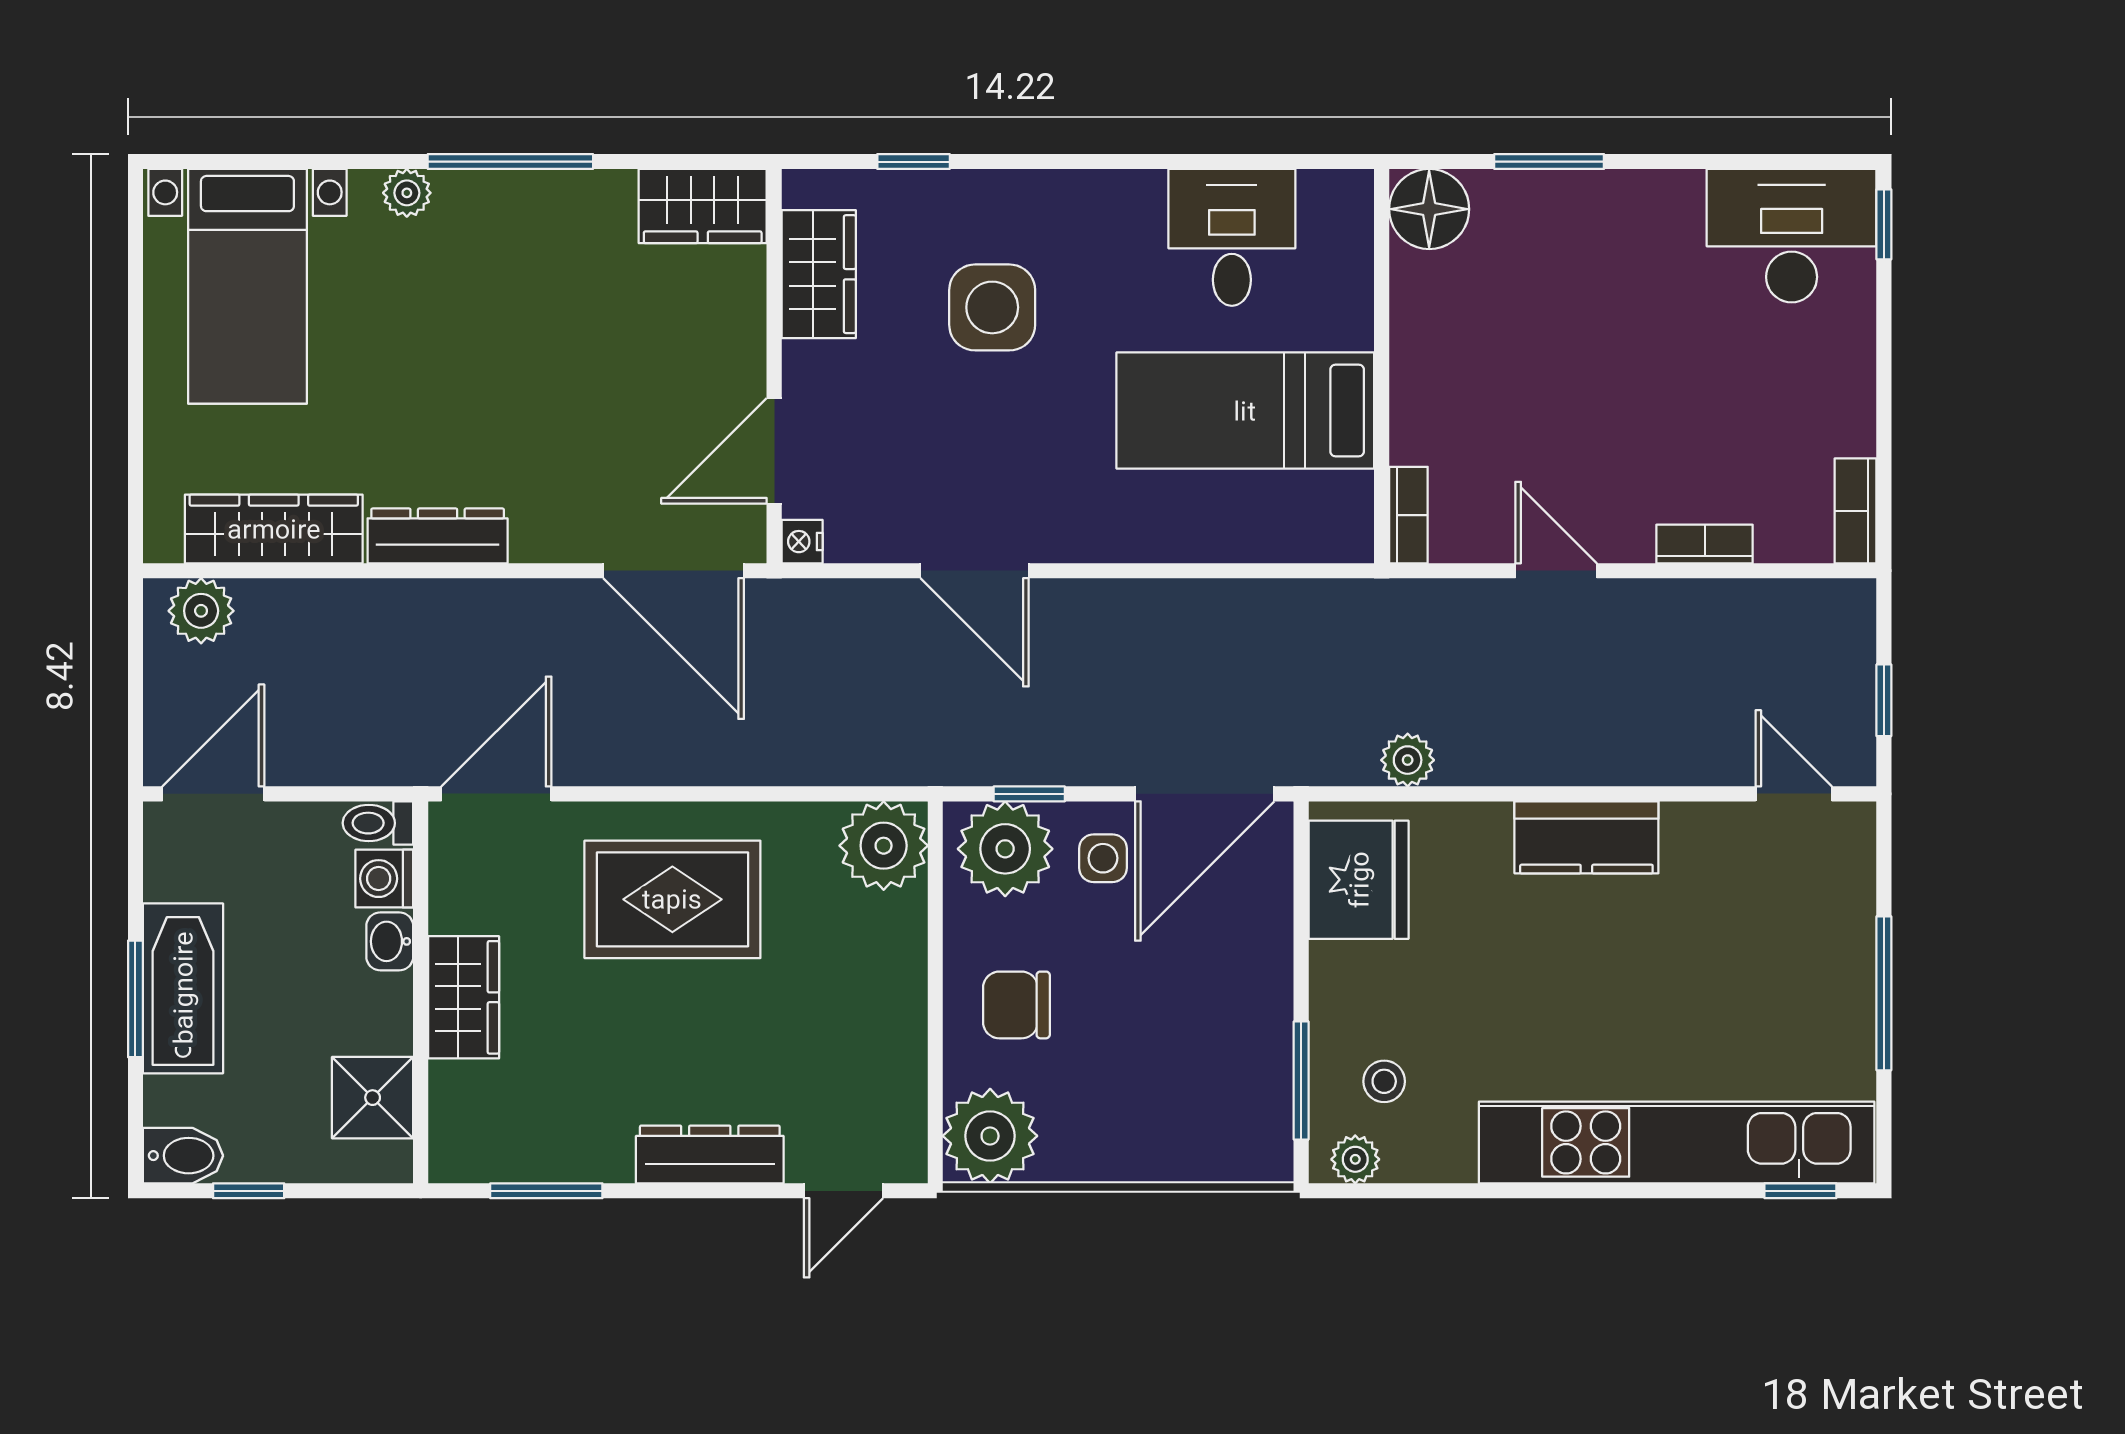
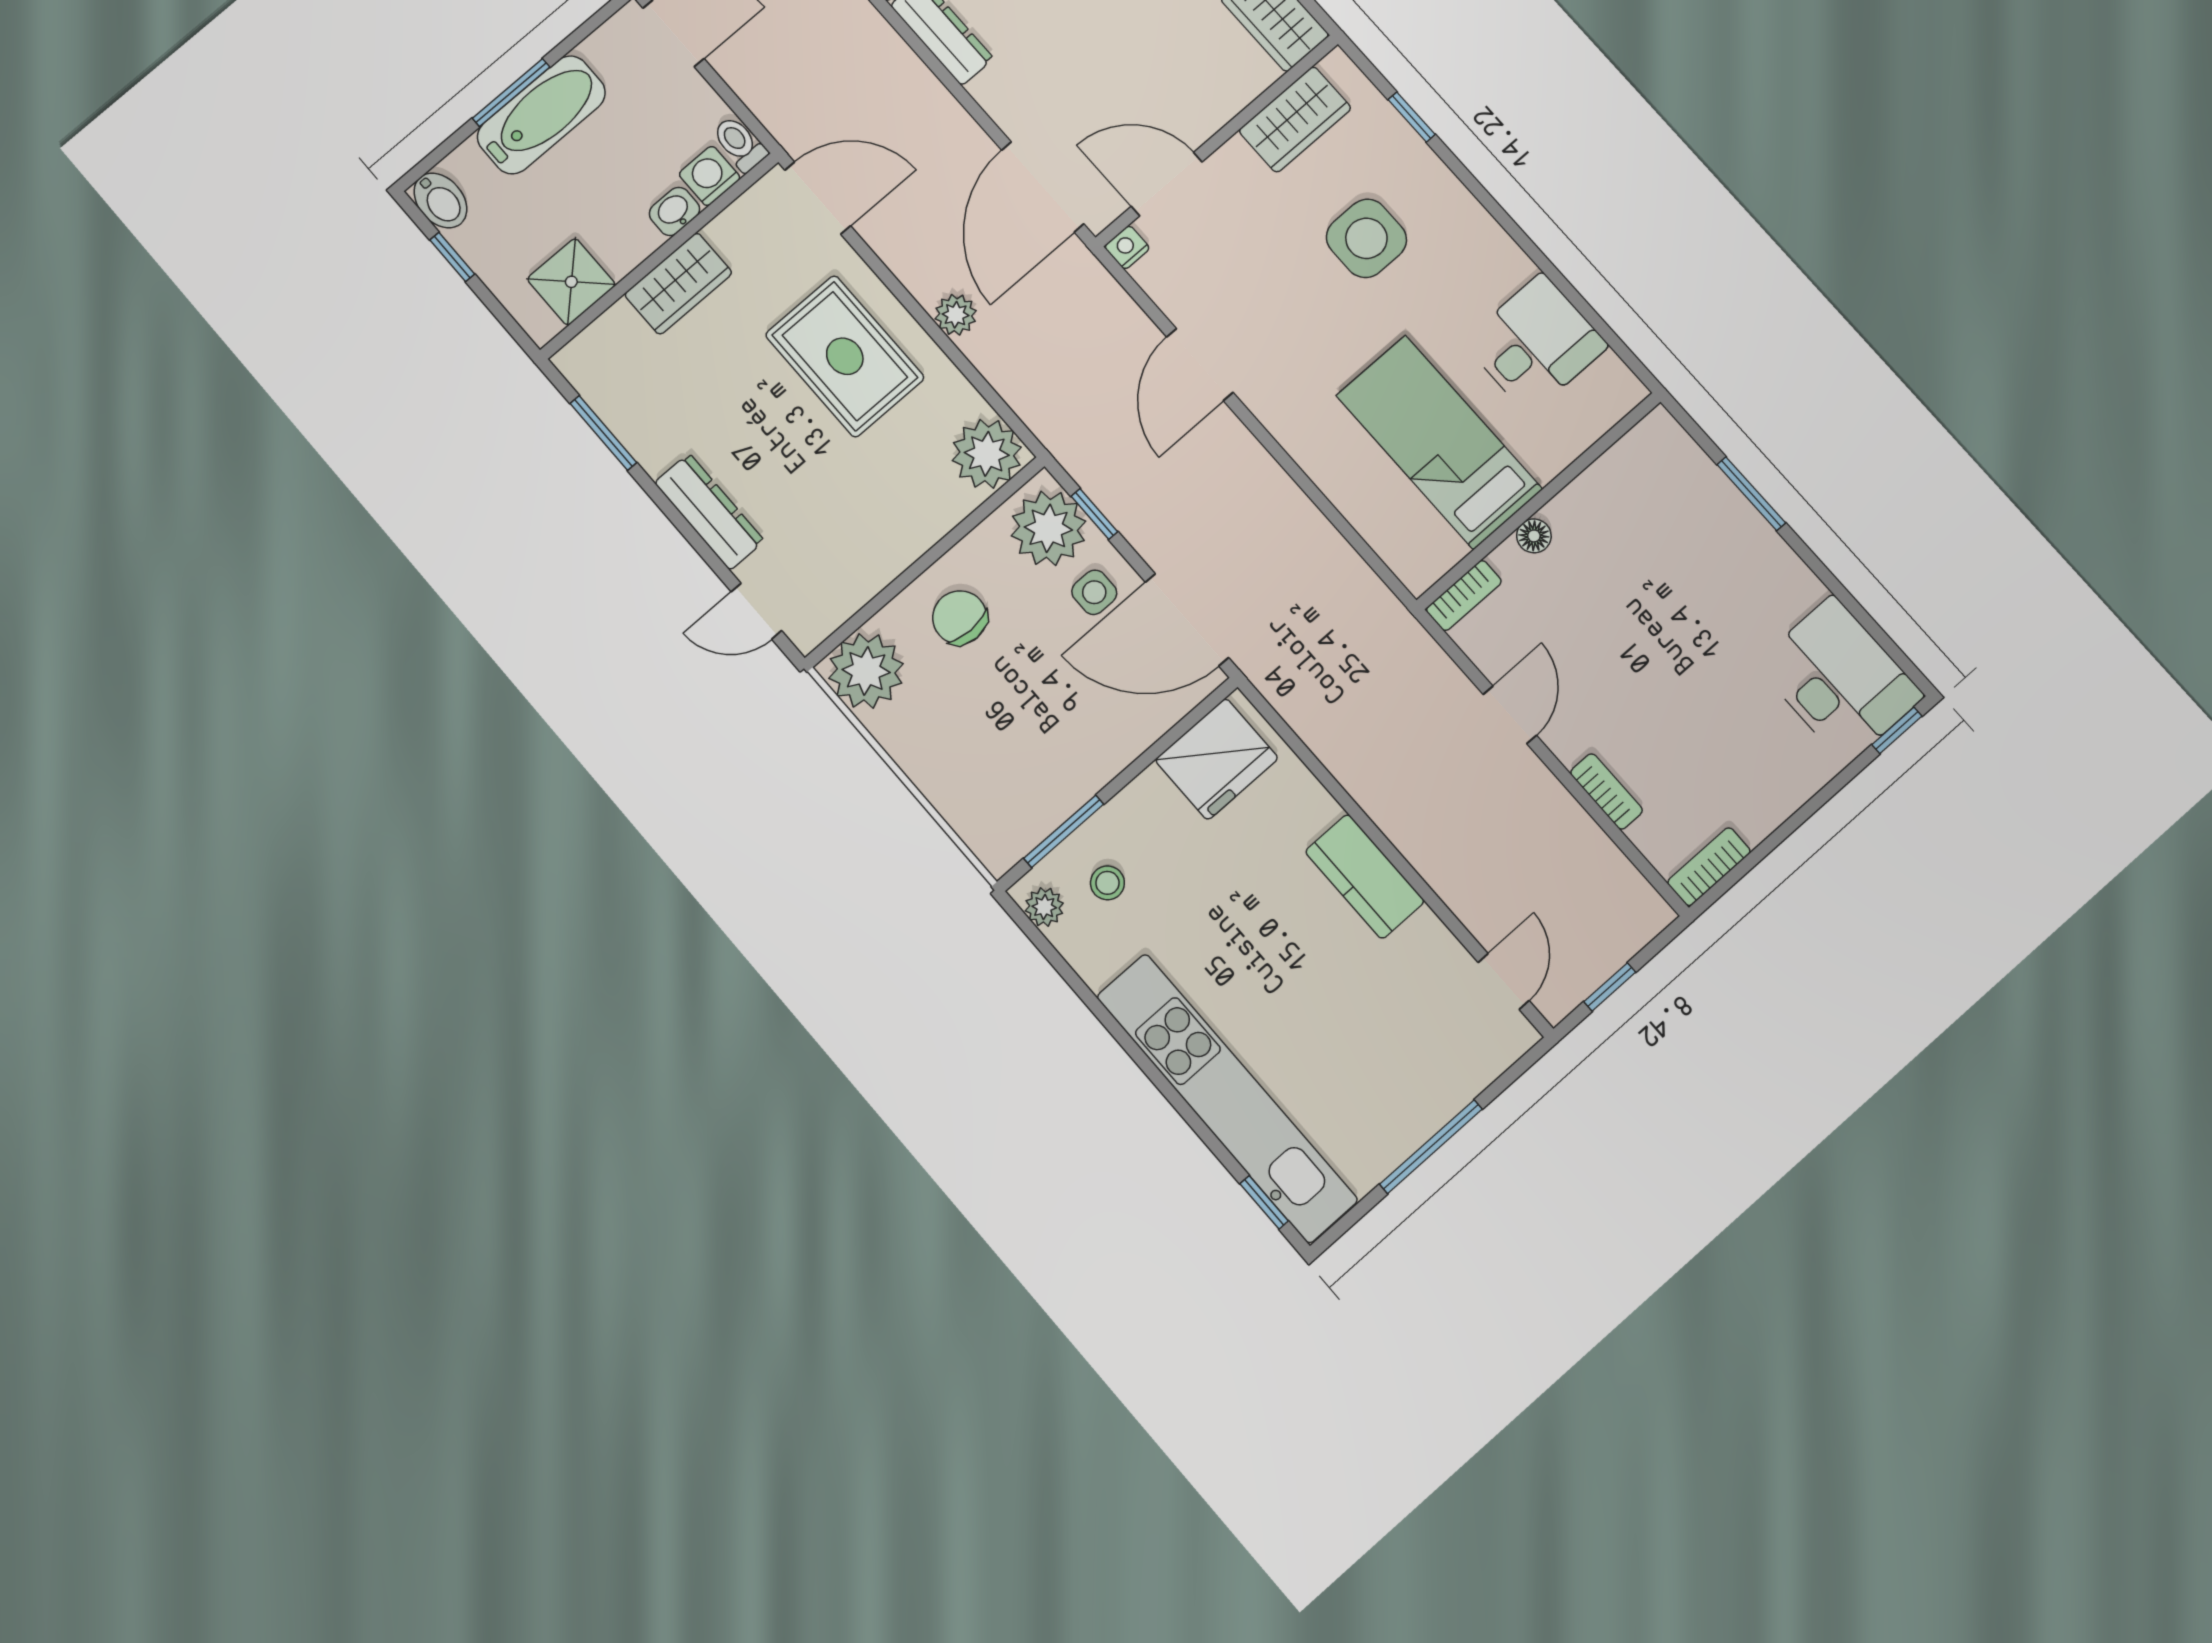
floor lamp: (1429, 209) -> (1534, 536), moved, width x0.53, depth x0.53
plant: (1408, 760) -> (956, 315), moved

